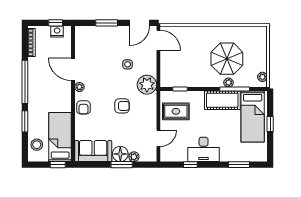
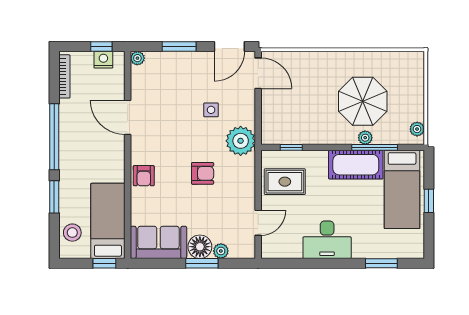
plant: (79, 87) -> (137, 58), moved
window: (190, 165) -> (307, 263), removed

